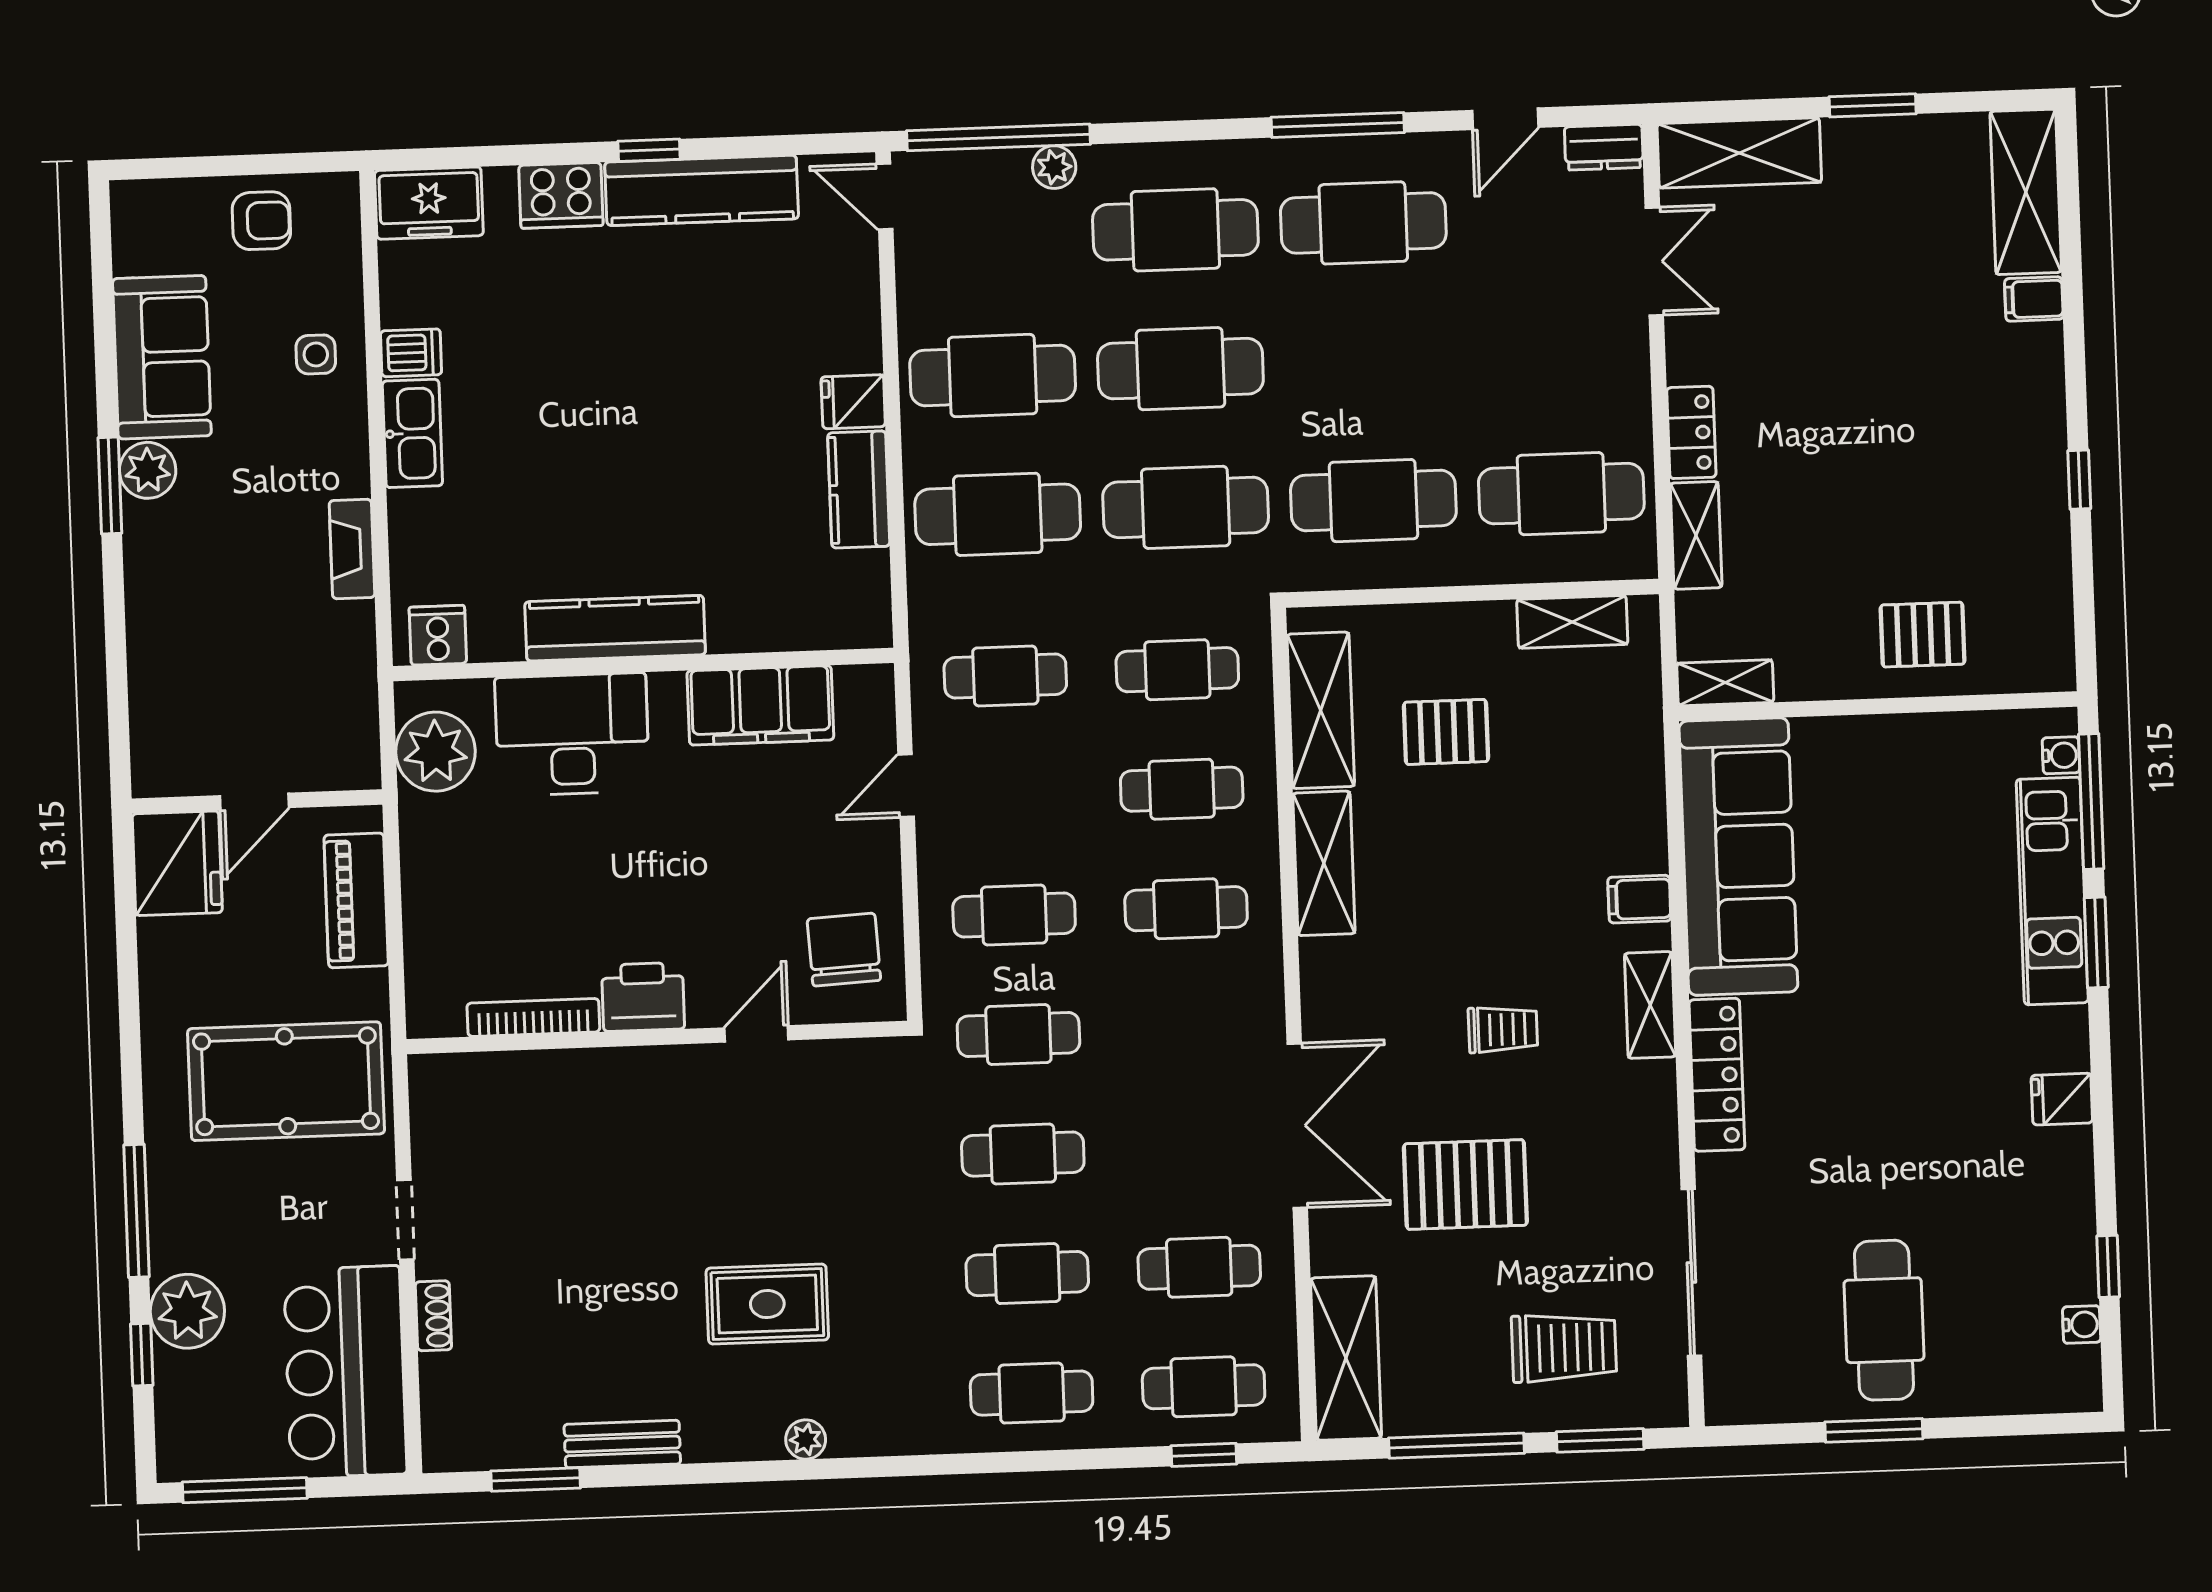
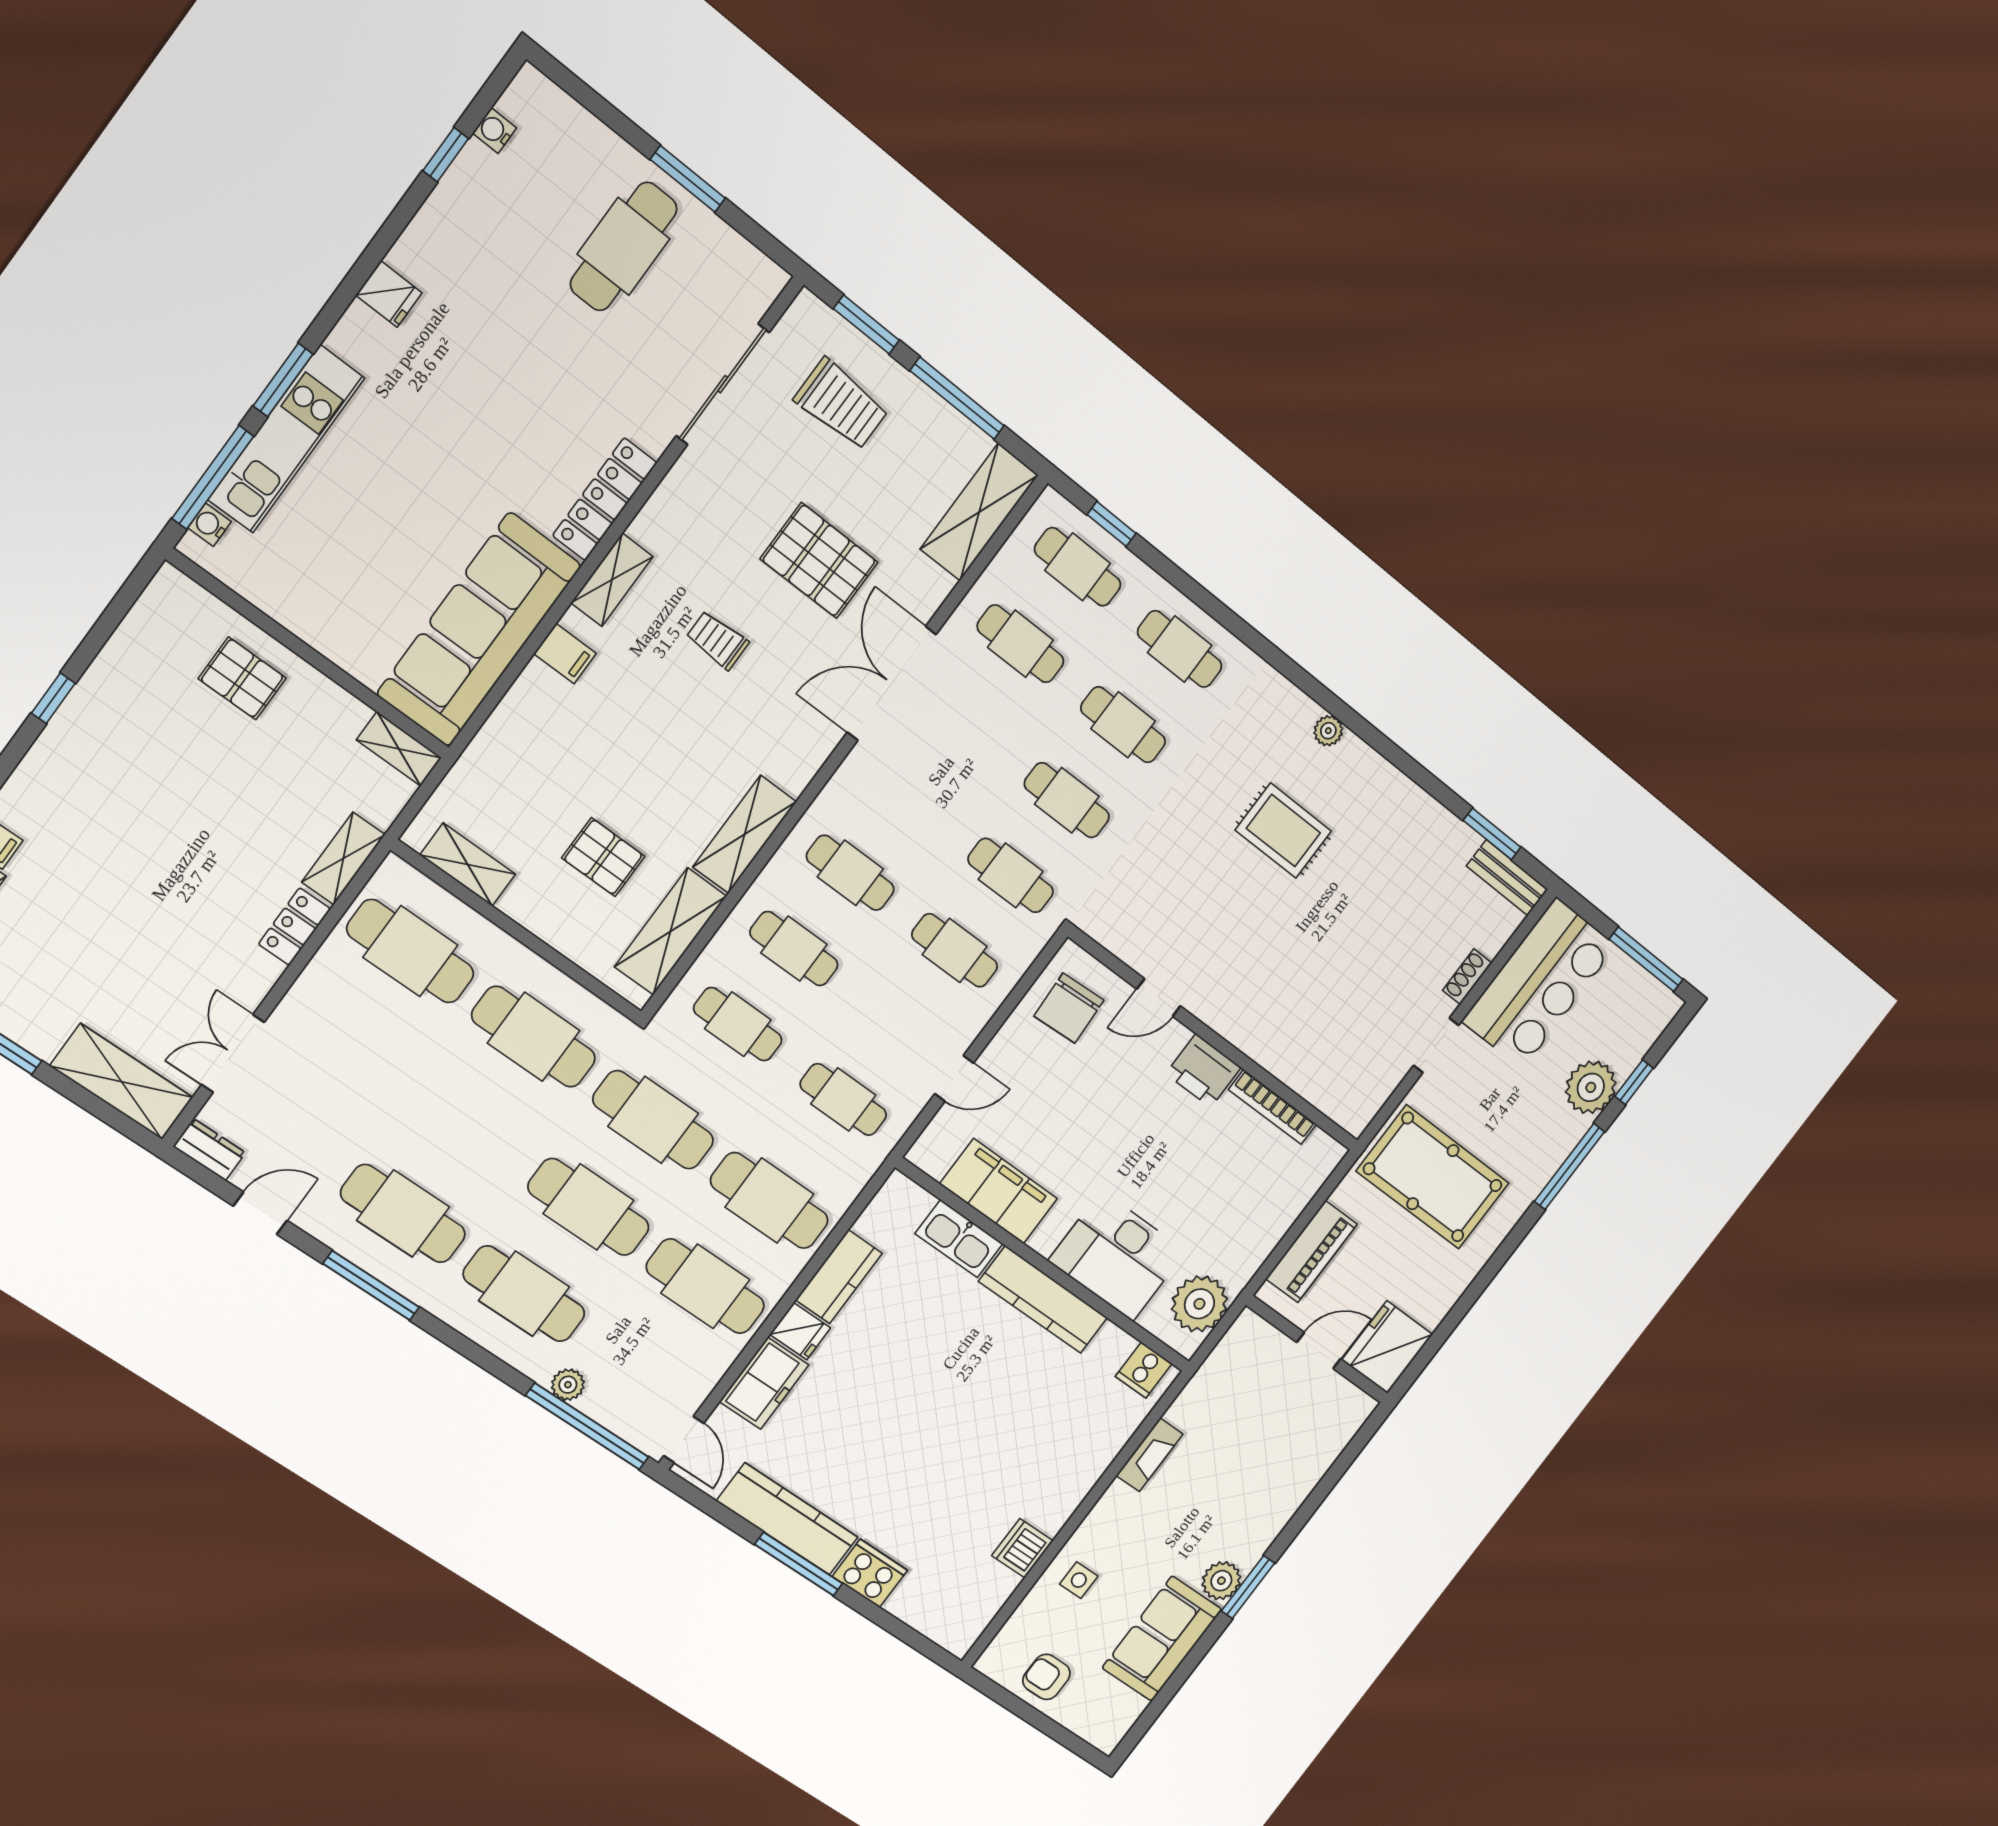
window: (649, 150) -> (799, 1564), width x2.17
freezer: (429, 203) -> (764, 1383), moved, turned 90
dishwasher: (411, 353) -> (1022, 1548), width x1.38
kitchen sink: (412, 433) -> (959, 1239), moved, turned -90
trolley: (1564, 1348) -> (841, 404), turned 180
bench: (622, 1444) -> (1507, 878), moved

